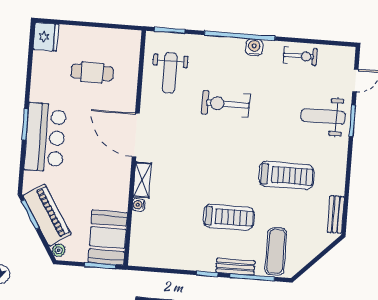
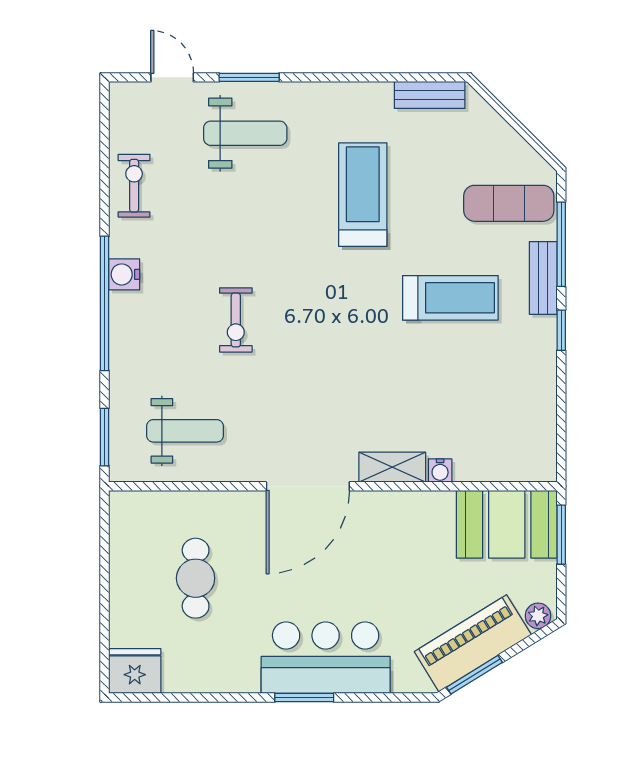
exercise bike: (226, 104) -> (236, 320), width x0.73, depth x0.72
weight bench: (323, 116) -> (245, 133), turned -90
treadmill: (229, 217) -> (450, 298), turned 90

